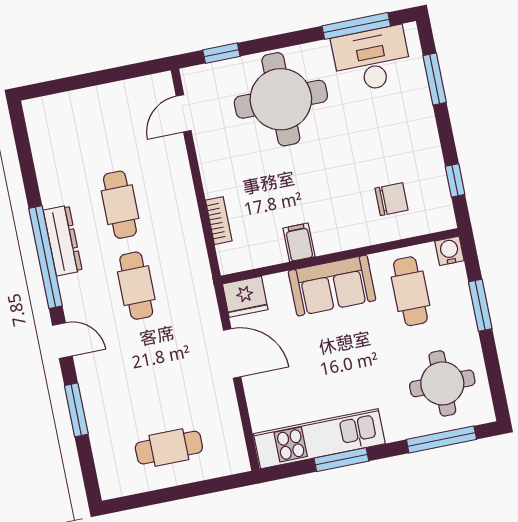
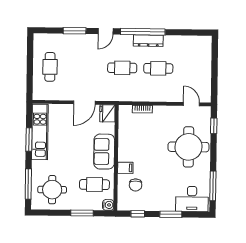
desk: (372, 59) -> (192, 199), moved, turned 90
window: (435, 79) -> (171, 214), moved
filing cabinet: (299, 242) -> (125, 168), moved

